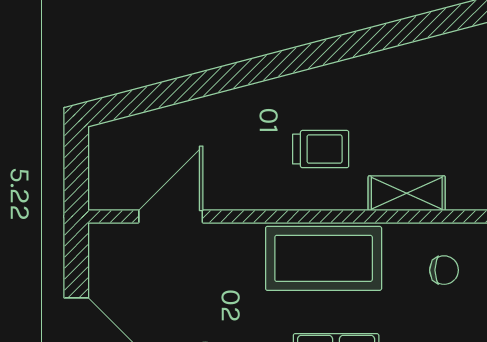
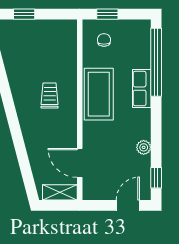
shelving: (407, 193) -> (60, 192), moved, turned 90

